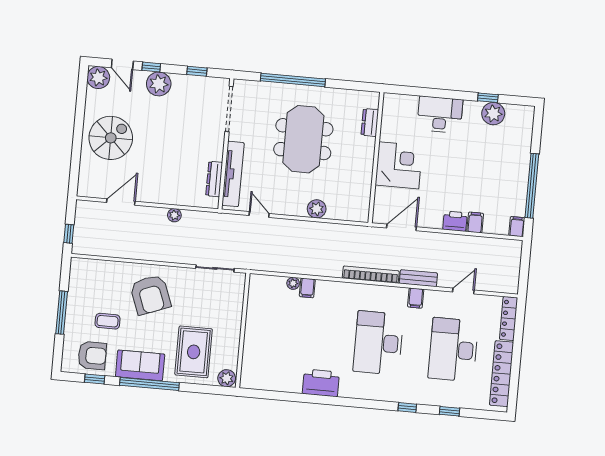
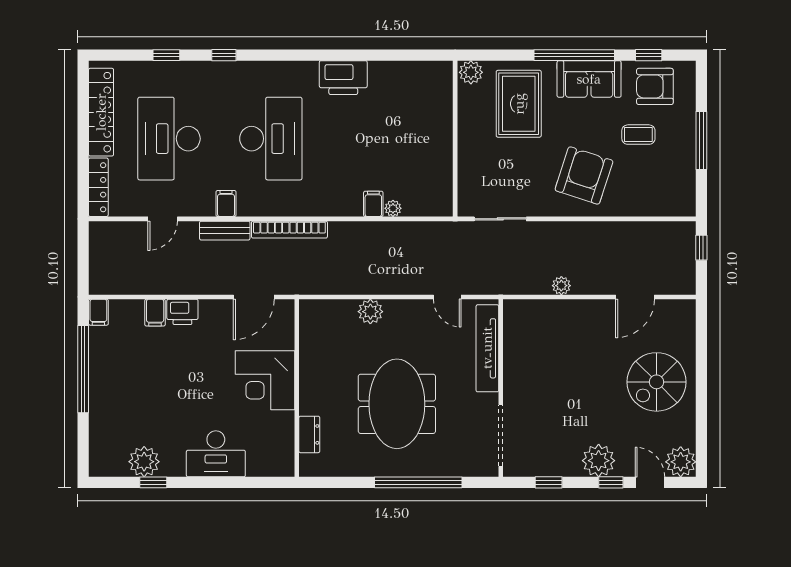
dresser: (214, 179) -> (512, 339), removed
armchair: (150, 295) -> (584, 175), turned 39
desk: (453, 350) -> (169, 139), turned 180

